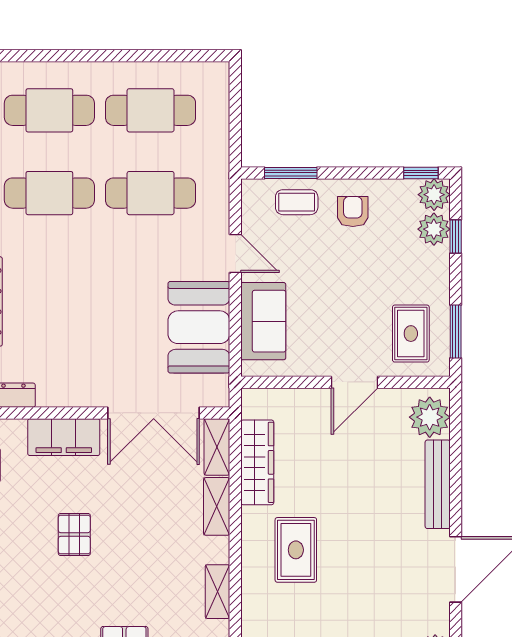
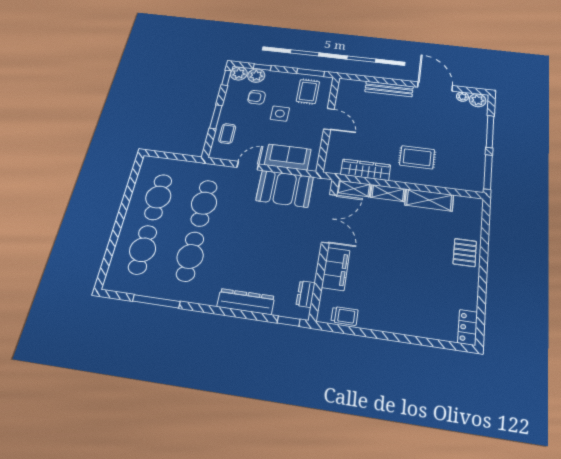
window: (291, 173) -> (216, 117), moved
armchair: (353, 212) -> (257, 97), moved
side table: (354, 290) -> (280, 114), added
rug: (411, 334) -> (308, 91), turned 90
plant: (430, 417) -> (462, 97), moved, width x0.53, depth x0.53
pallet: (74, 534) -> (396, 271), removed
shelving: (218, 592) -> (429, 200), width x1.50, depth x1.33

